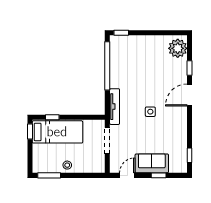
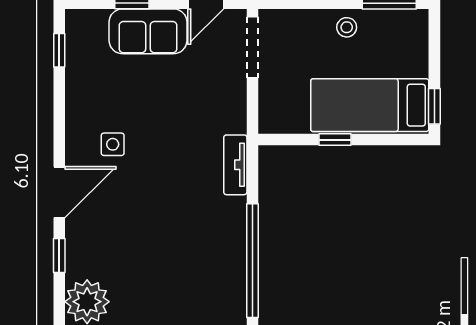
tv unit: (115, 107) -> (235, 165), width x0.71
side table: (150, 112) -> (113, 144), moved
window: (52, 117) -> (335, 140), moved
doorway: (107, 141) -> (252, 47), moved

